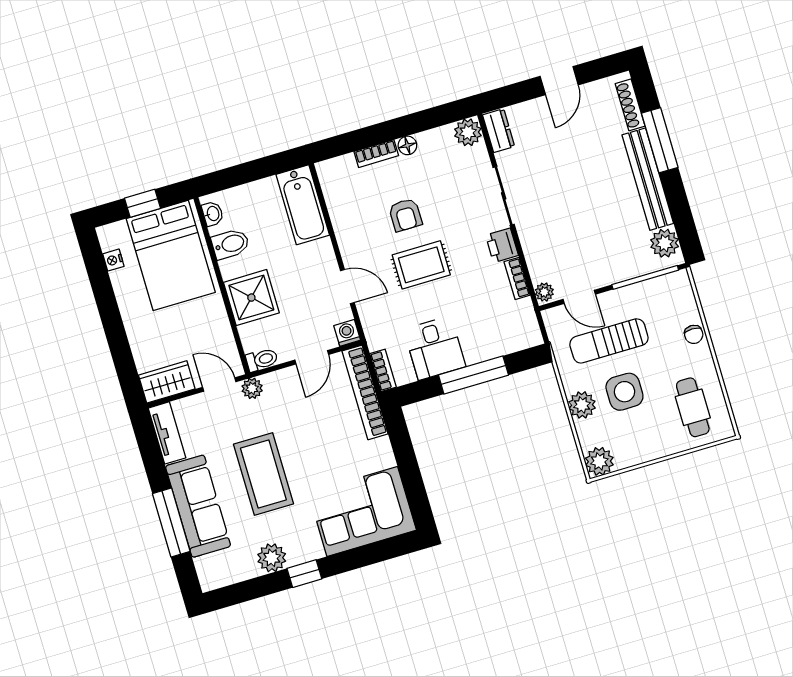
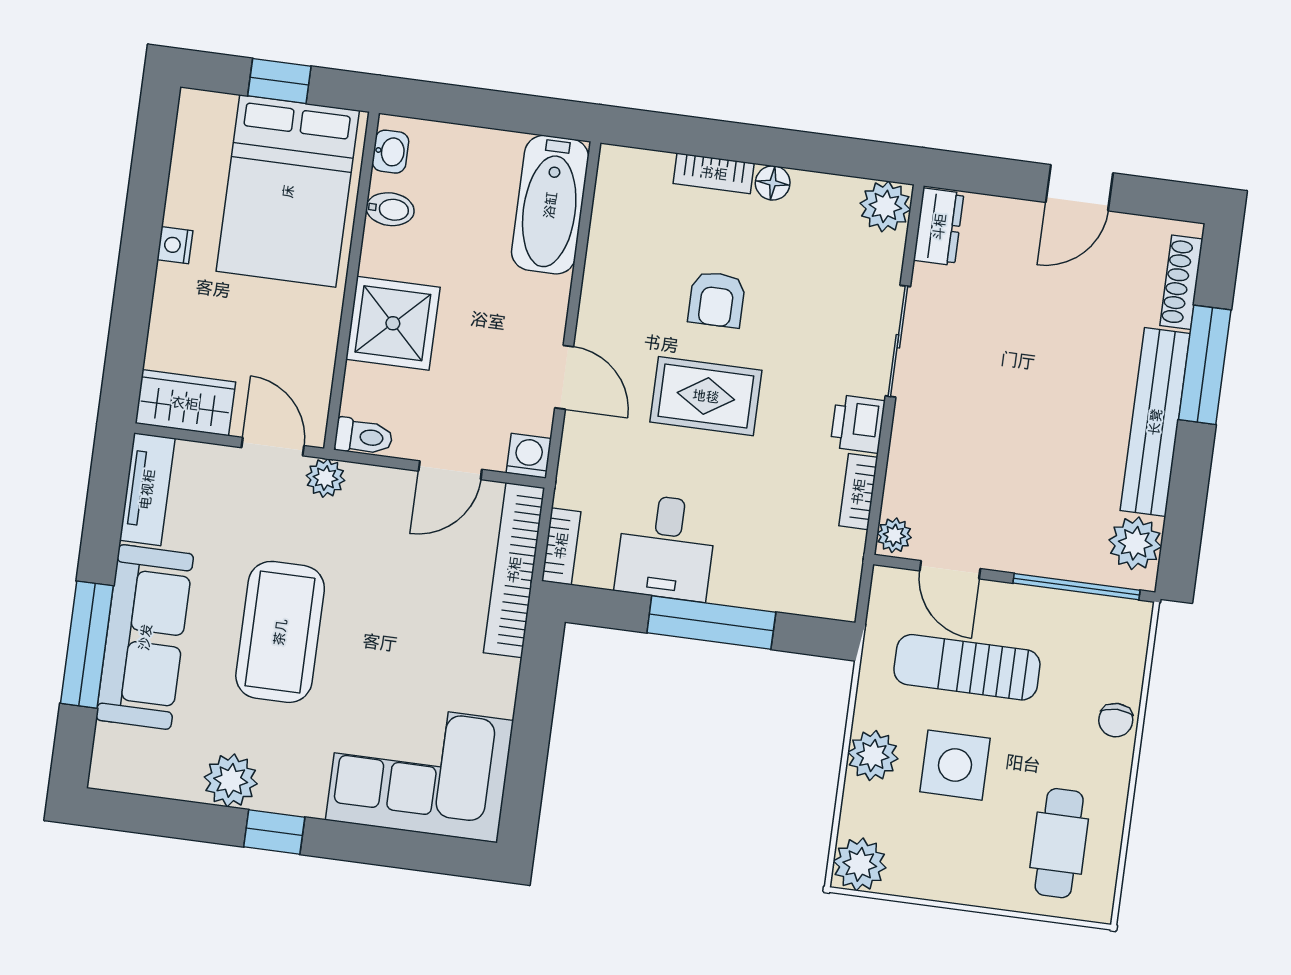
bidet: (230, 244) -> (390, 209), width x0.72, depth x0.74
nightstand: (113, 260) -> (175, 245), moved

